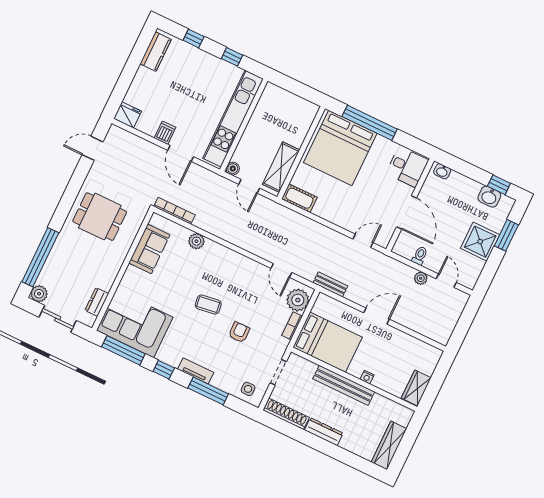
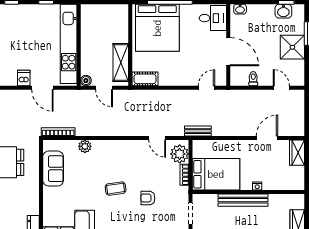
plant: (421, 278) -> (262, 95), removed
door: (376, 316) -> (267, 138), moved
armchair: (239, 332) -> (148, 198), turned -89
wardrobe: (416, 388) -> (297, 153), moved

